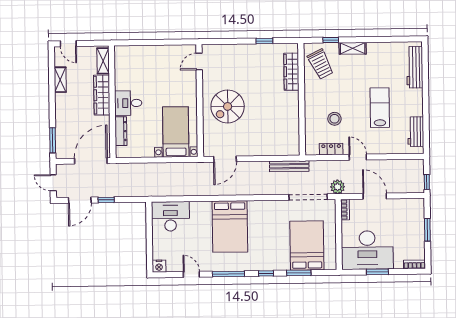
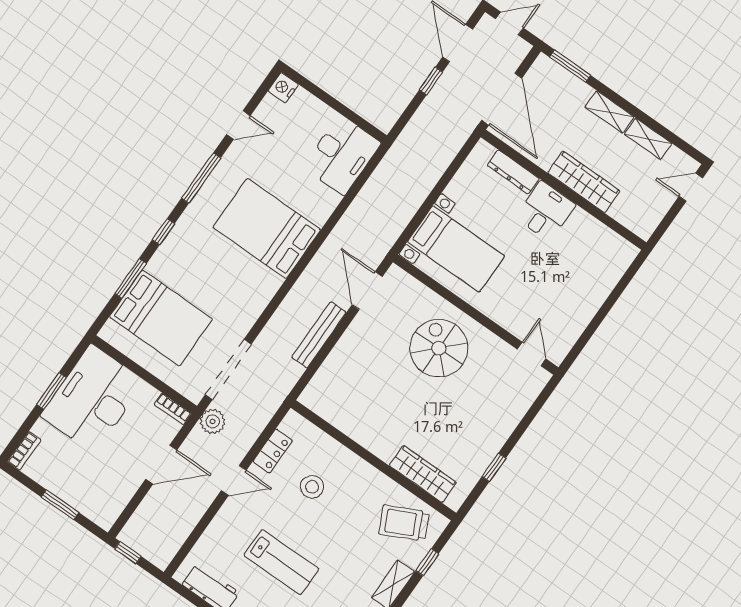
shelving: (103, 61) -> (609, 112), moved
bench: (289, 166) -> (319, 335), moved

